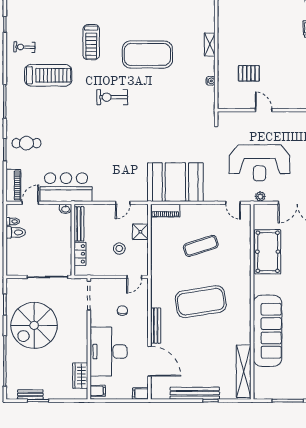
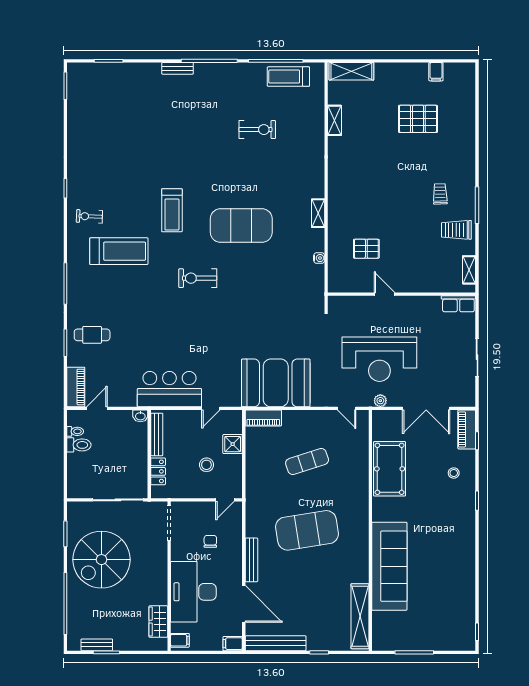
bar counter: (66, 187) -> (169, 389), moved
bench: (195, 393) -> (276, 643), moved

